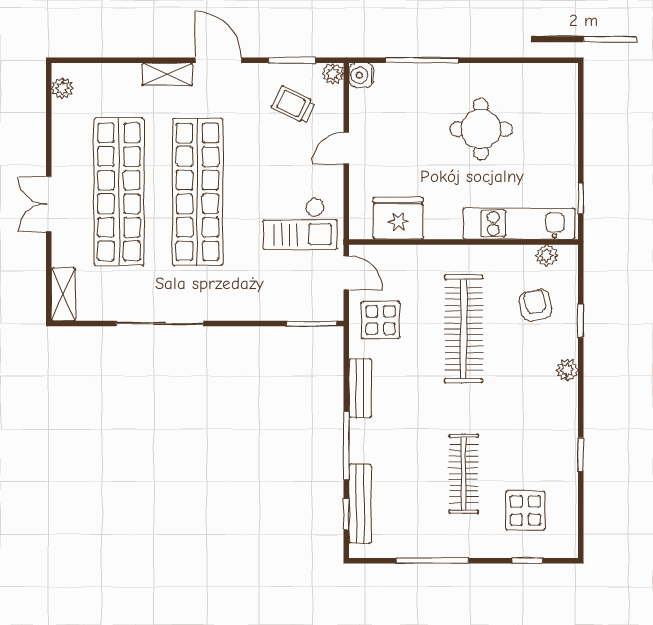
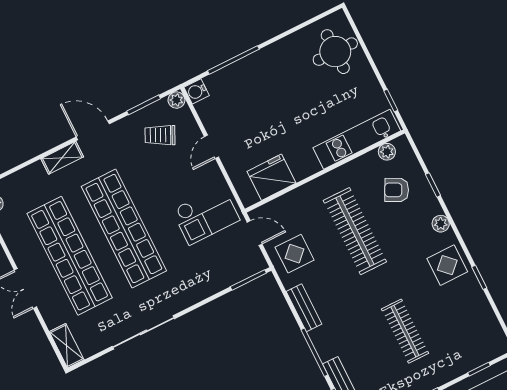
round table: (481, 129) -> (335, 52), moved
armchair: (536, 305) -> (397, 190), turned -50
display table: (525, 511) -> (447, 265), moved

